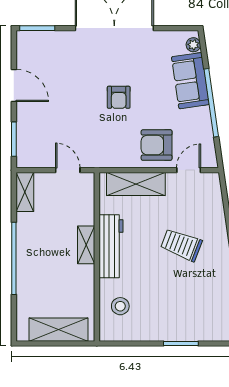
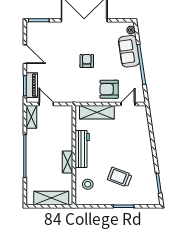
armchair: (119, 97) -> (87, 61), turned 180
piano: (26, 138) -> (32, 85), added
door: (68, 170) -> (46, 104), moved
shelving: (86, 245) -> (68, 162), moved
trolley: (181, 245) -> (120, 177), moved

